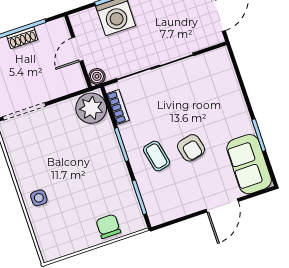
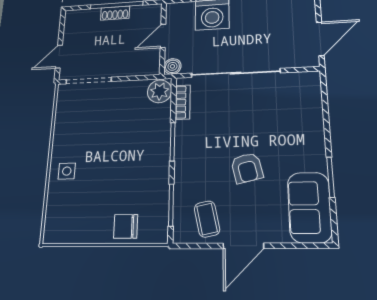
plant: (91, 108) -> (160, 91), width x0.73, depth x0.73
coffee table: (156, 156) -> (207, 219), moved
door: (222, 205) -> (243, 246), moved
chair: (108, 226) -> (126, 226), turned -90

